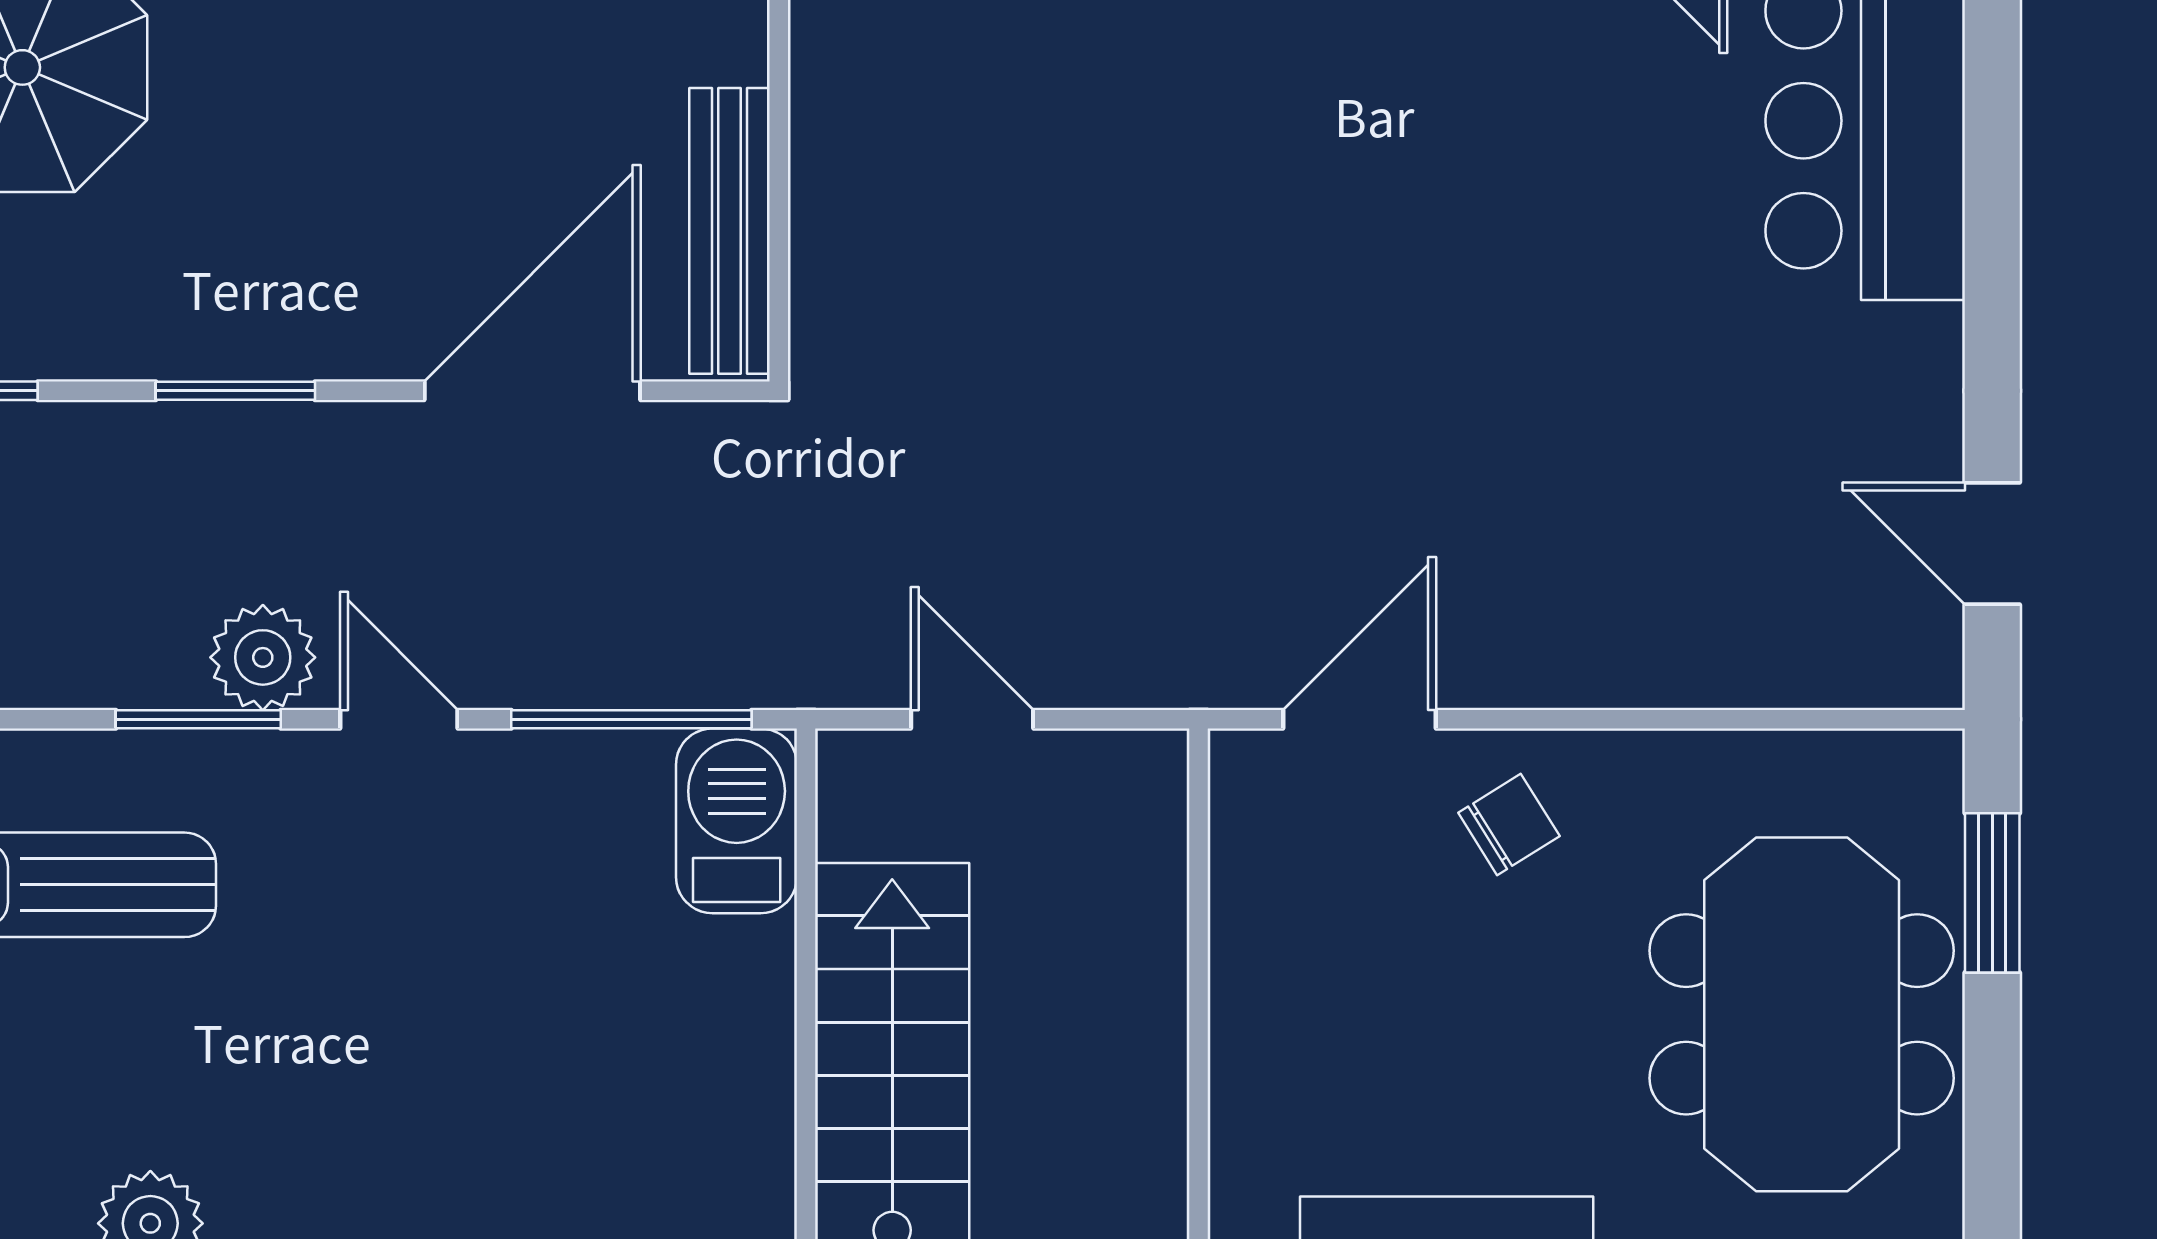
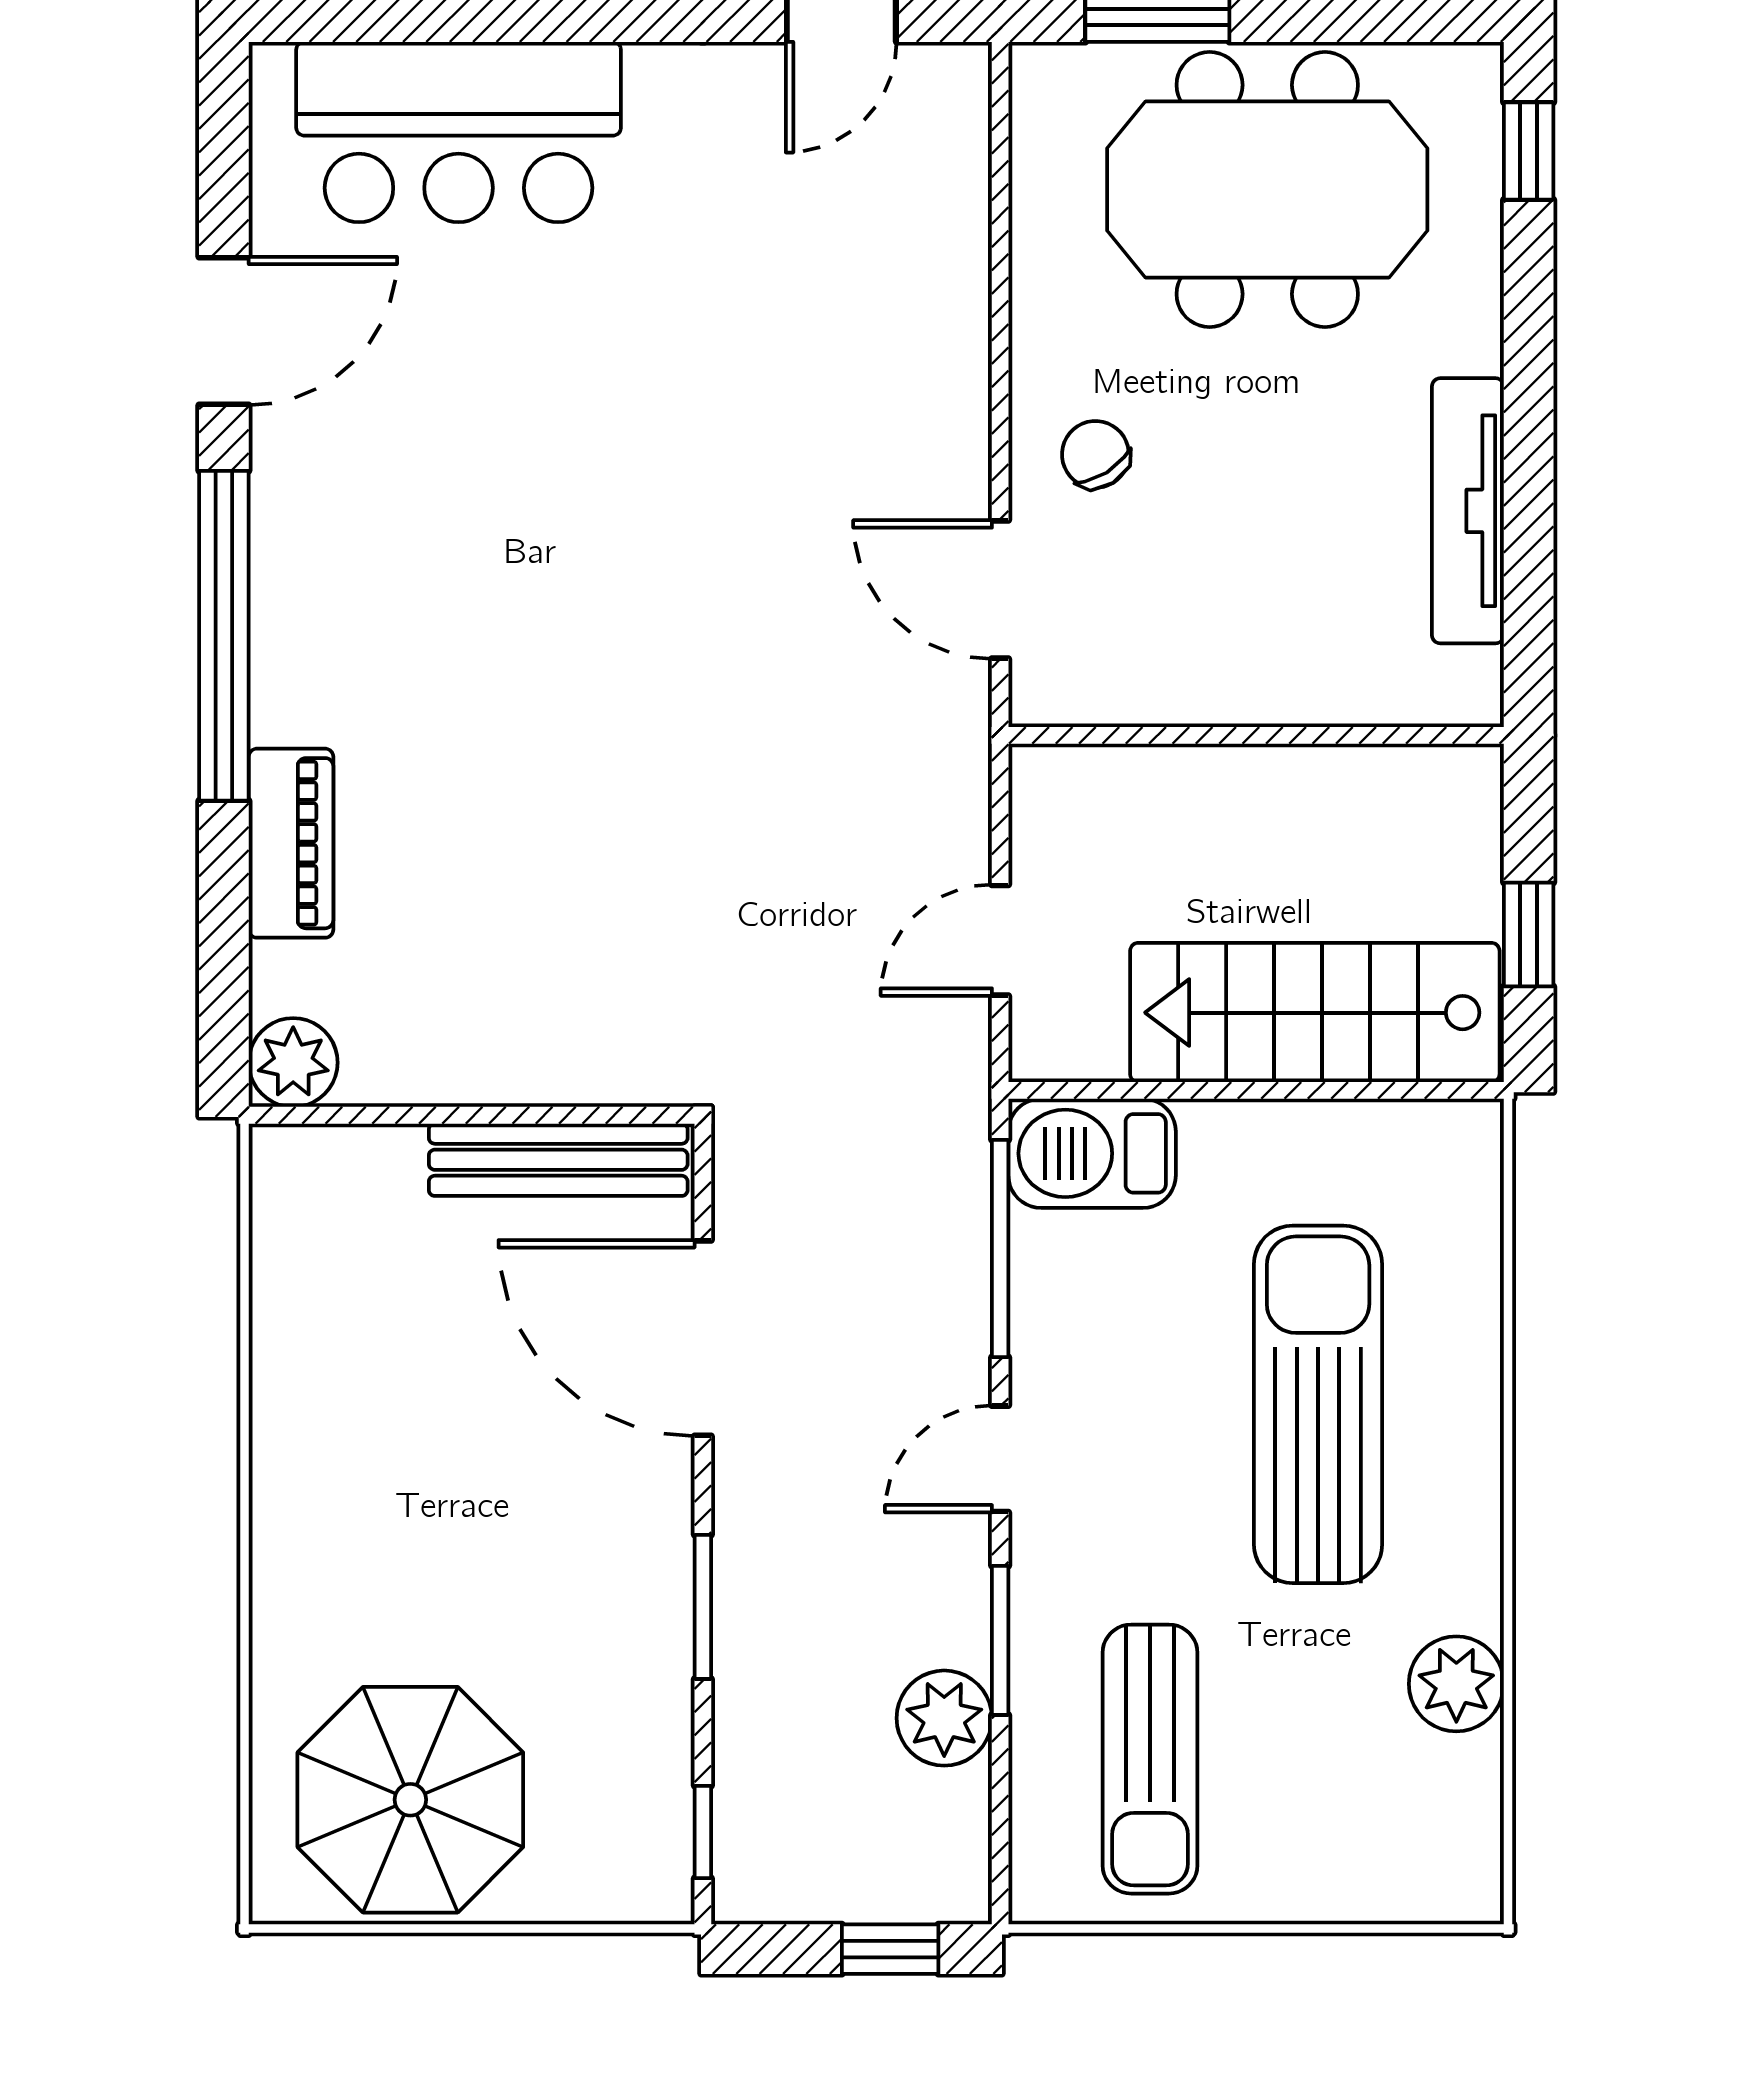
plant: (263, 657) -> (944, 1718), moved
sun lounger: (459, 1071) -> (1318, 1404), added

